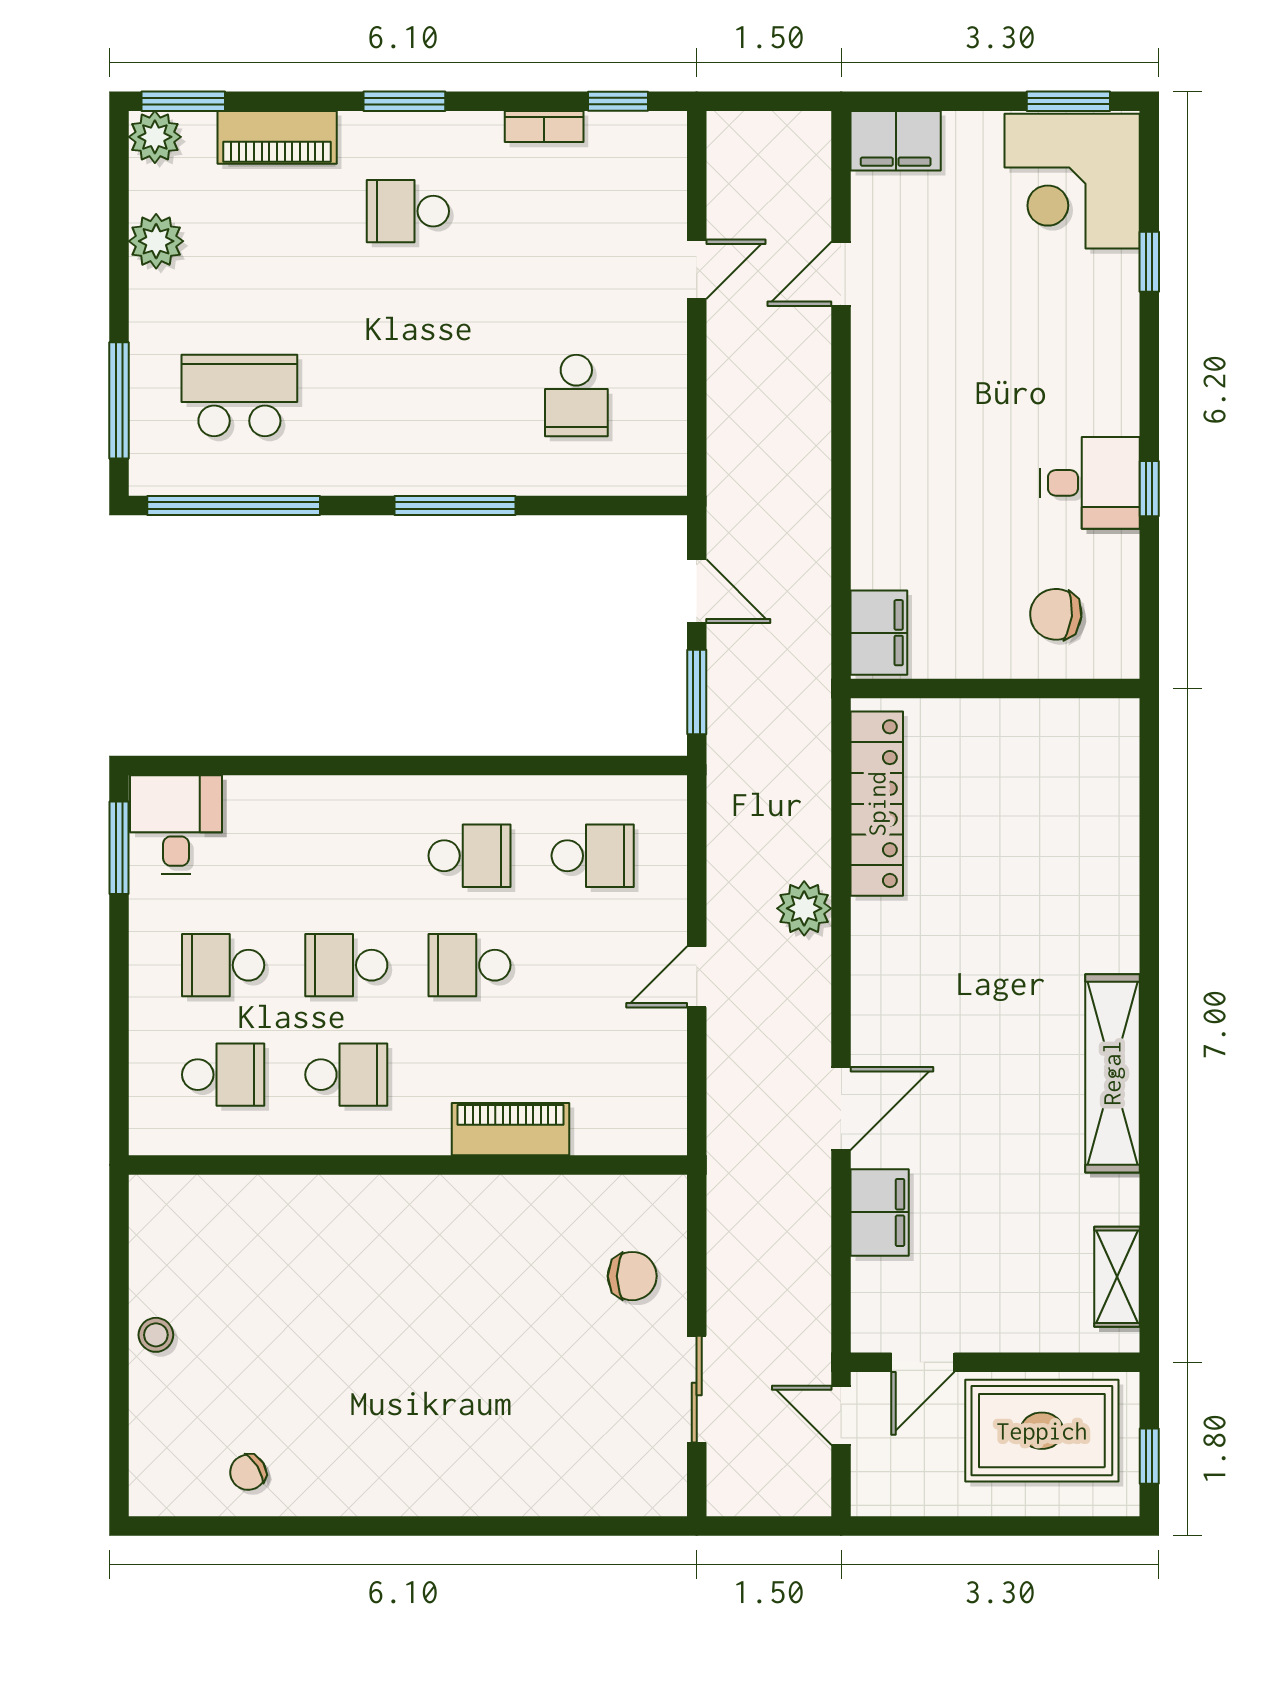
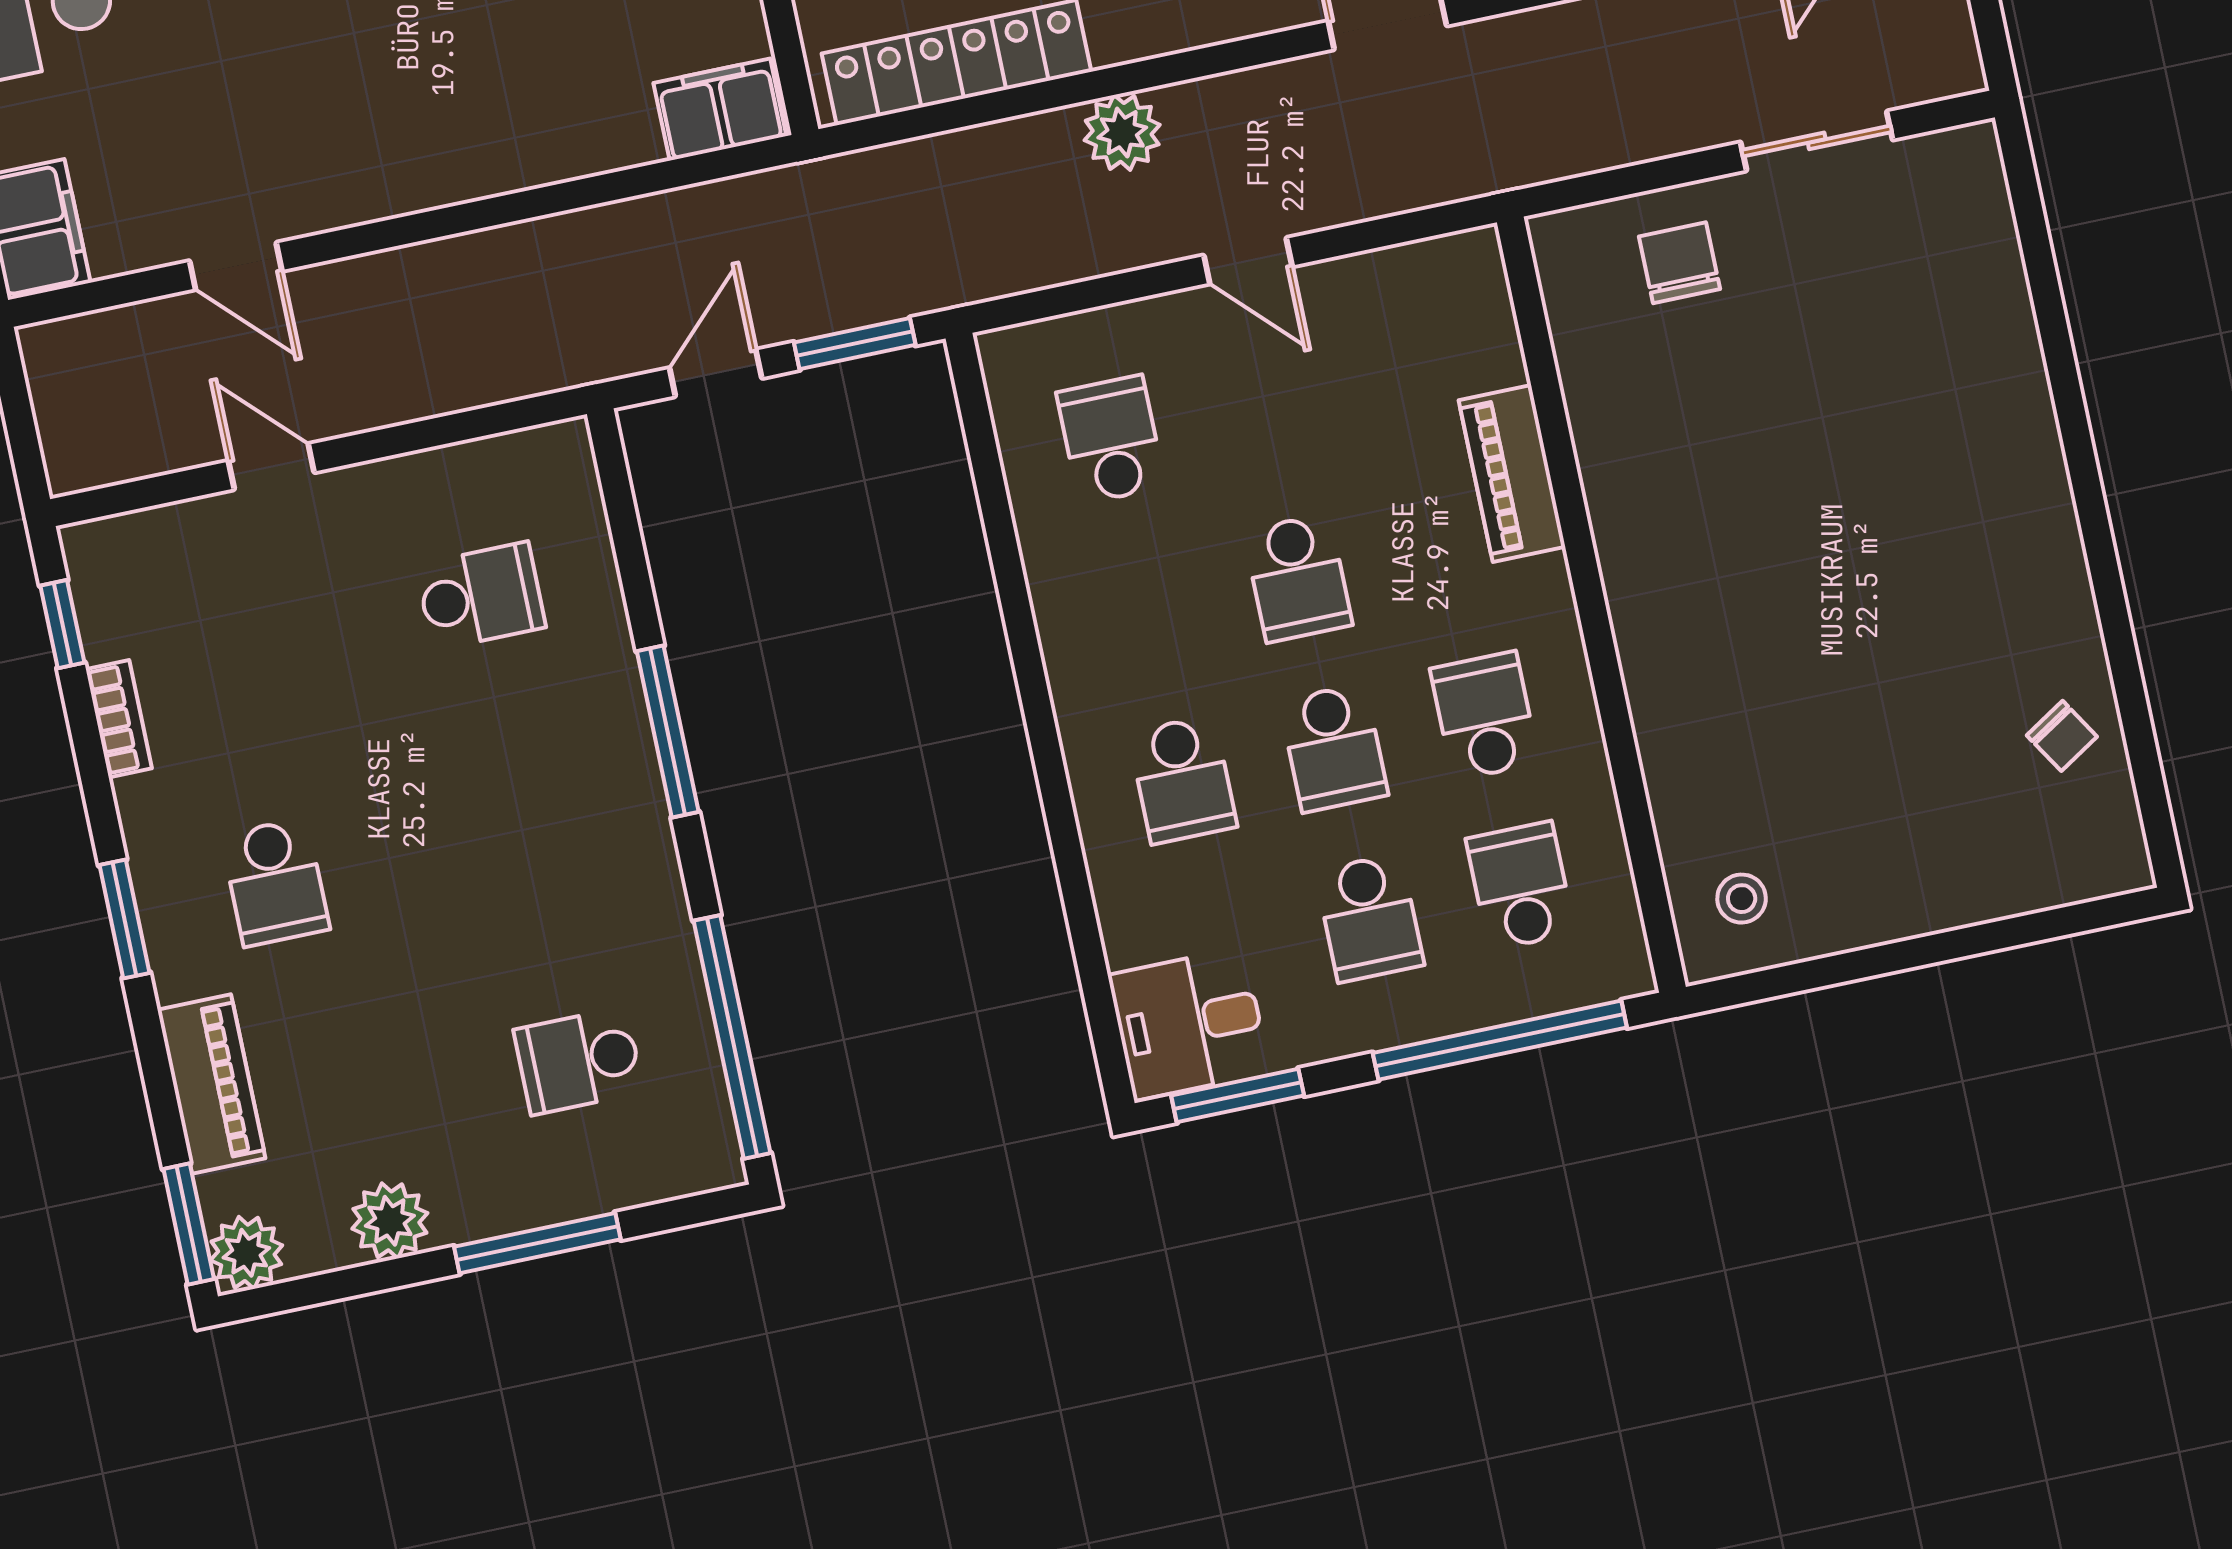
school desk: (239, 396) -> (579, 1061), width x0.54
window: (119, 400) -> (537, 1243), moved
school desk: (469, 856) -> (1183, 780), moved, turned 180
window: (119, 1038) -> (1500, 1040), added
stool: (156, 1335) -> (1742, 899), moved

